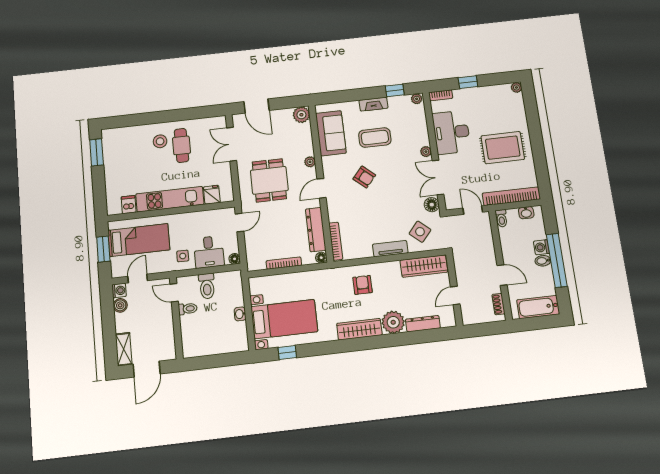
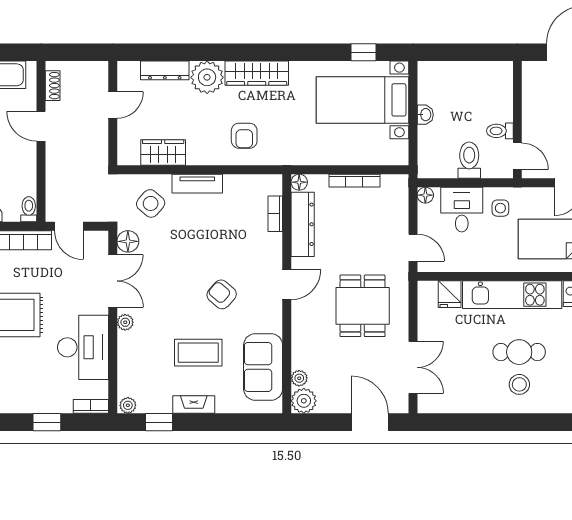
cafe table: (181, 145) -> (519, 352), moved, turned 90
plant: (310, 162) -> (299, 378), moved
door: (239, 223) -> (413, 248), swing flipped
bookcase: (336, 241) -> (275, 214), width x0.64
wardrobe: (424, 266) -> (163, 152), width x0.67

